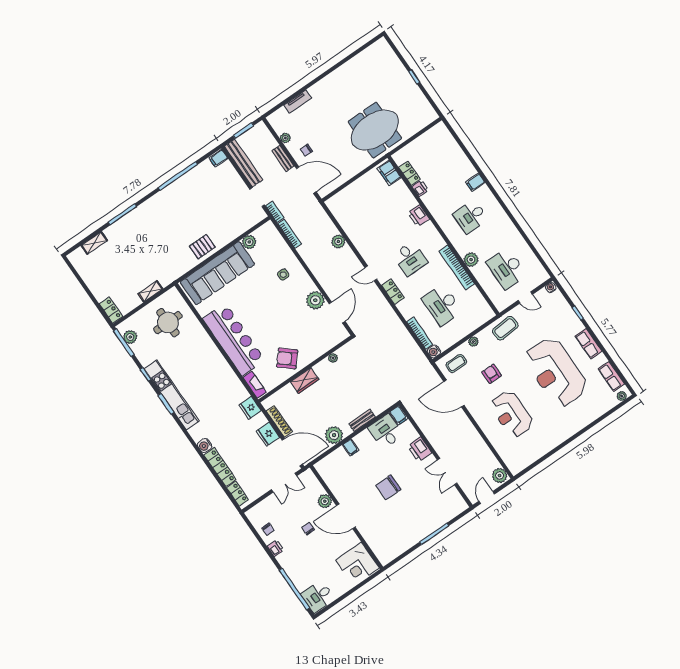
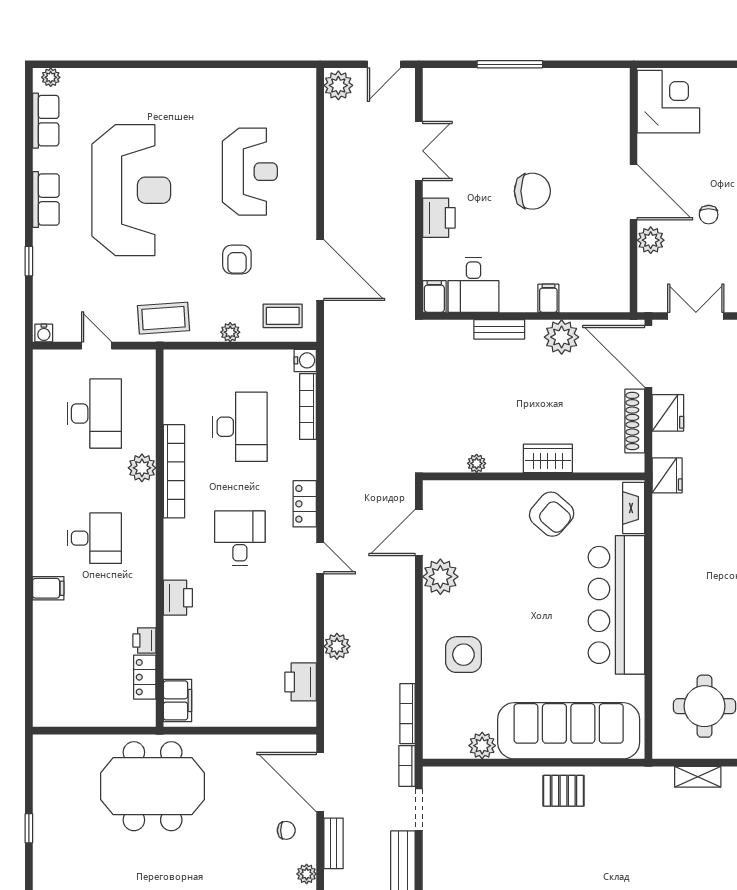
printer: (343, 216) -> (301, 682), added
side table: (283, 275) -> (463, 655), width x1.87, depth x1.87

